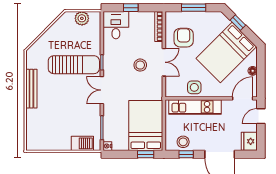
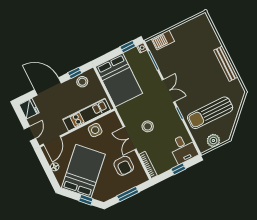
sun lounger: (74, 65) -> (210, 113), moved
window: (146, 154) -> (128, 47), moved

